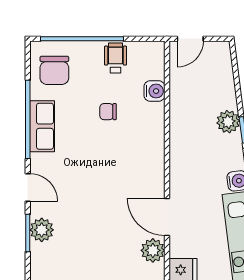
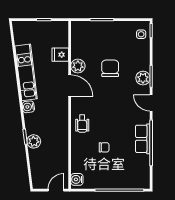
wheelchair: (115, 58) -> (82, 124), moved
chair: (54, 70) -> (110, 68), moved
water cooler: (154, 91) -> (77, 179), moved

